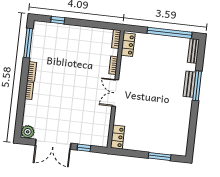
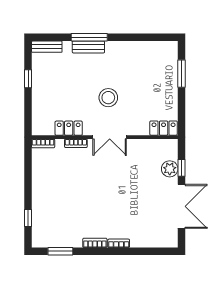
window: (170, 33) -> (28, 79), width x0.32
window: (28, 43) -> (60, 251), width x0.69
locker: (128, 45) -> (69, 128), moved
stool: (147, 96) -> (108, 98), added
plant: (28, 132) -> (170, 169), moved

